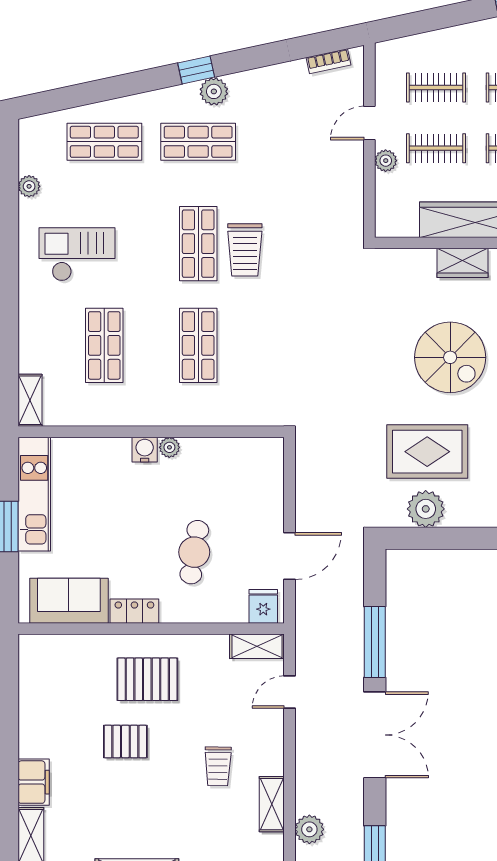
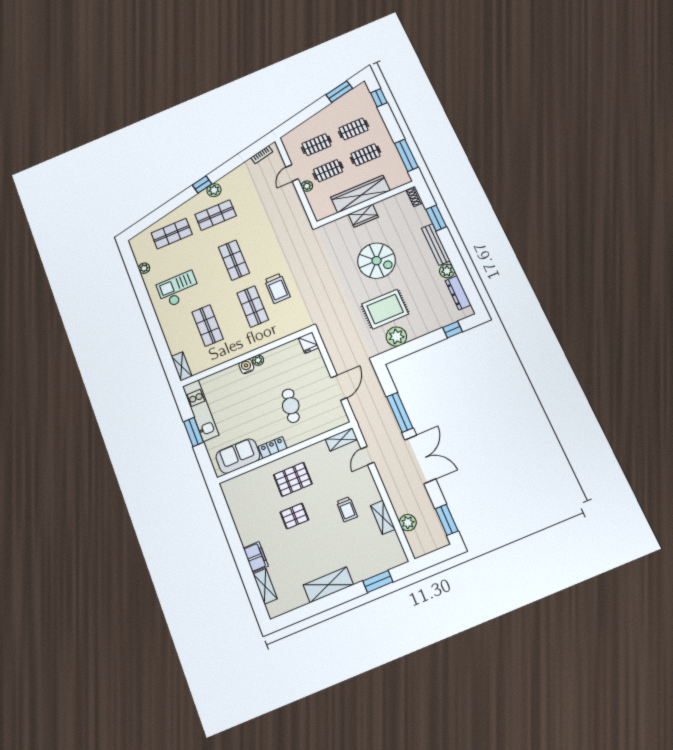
trolley: (245, 250) -> (277, 288), moved
fridge: (263, 606) -> (309, 343), moved, turned 180

